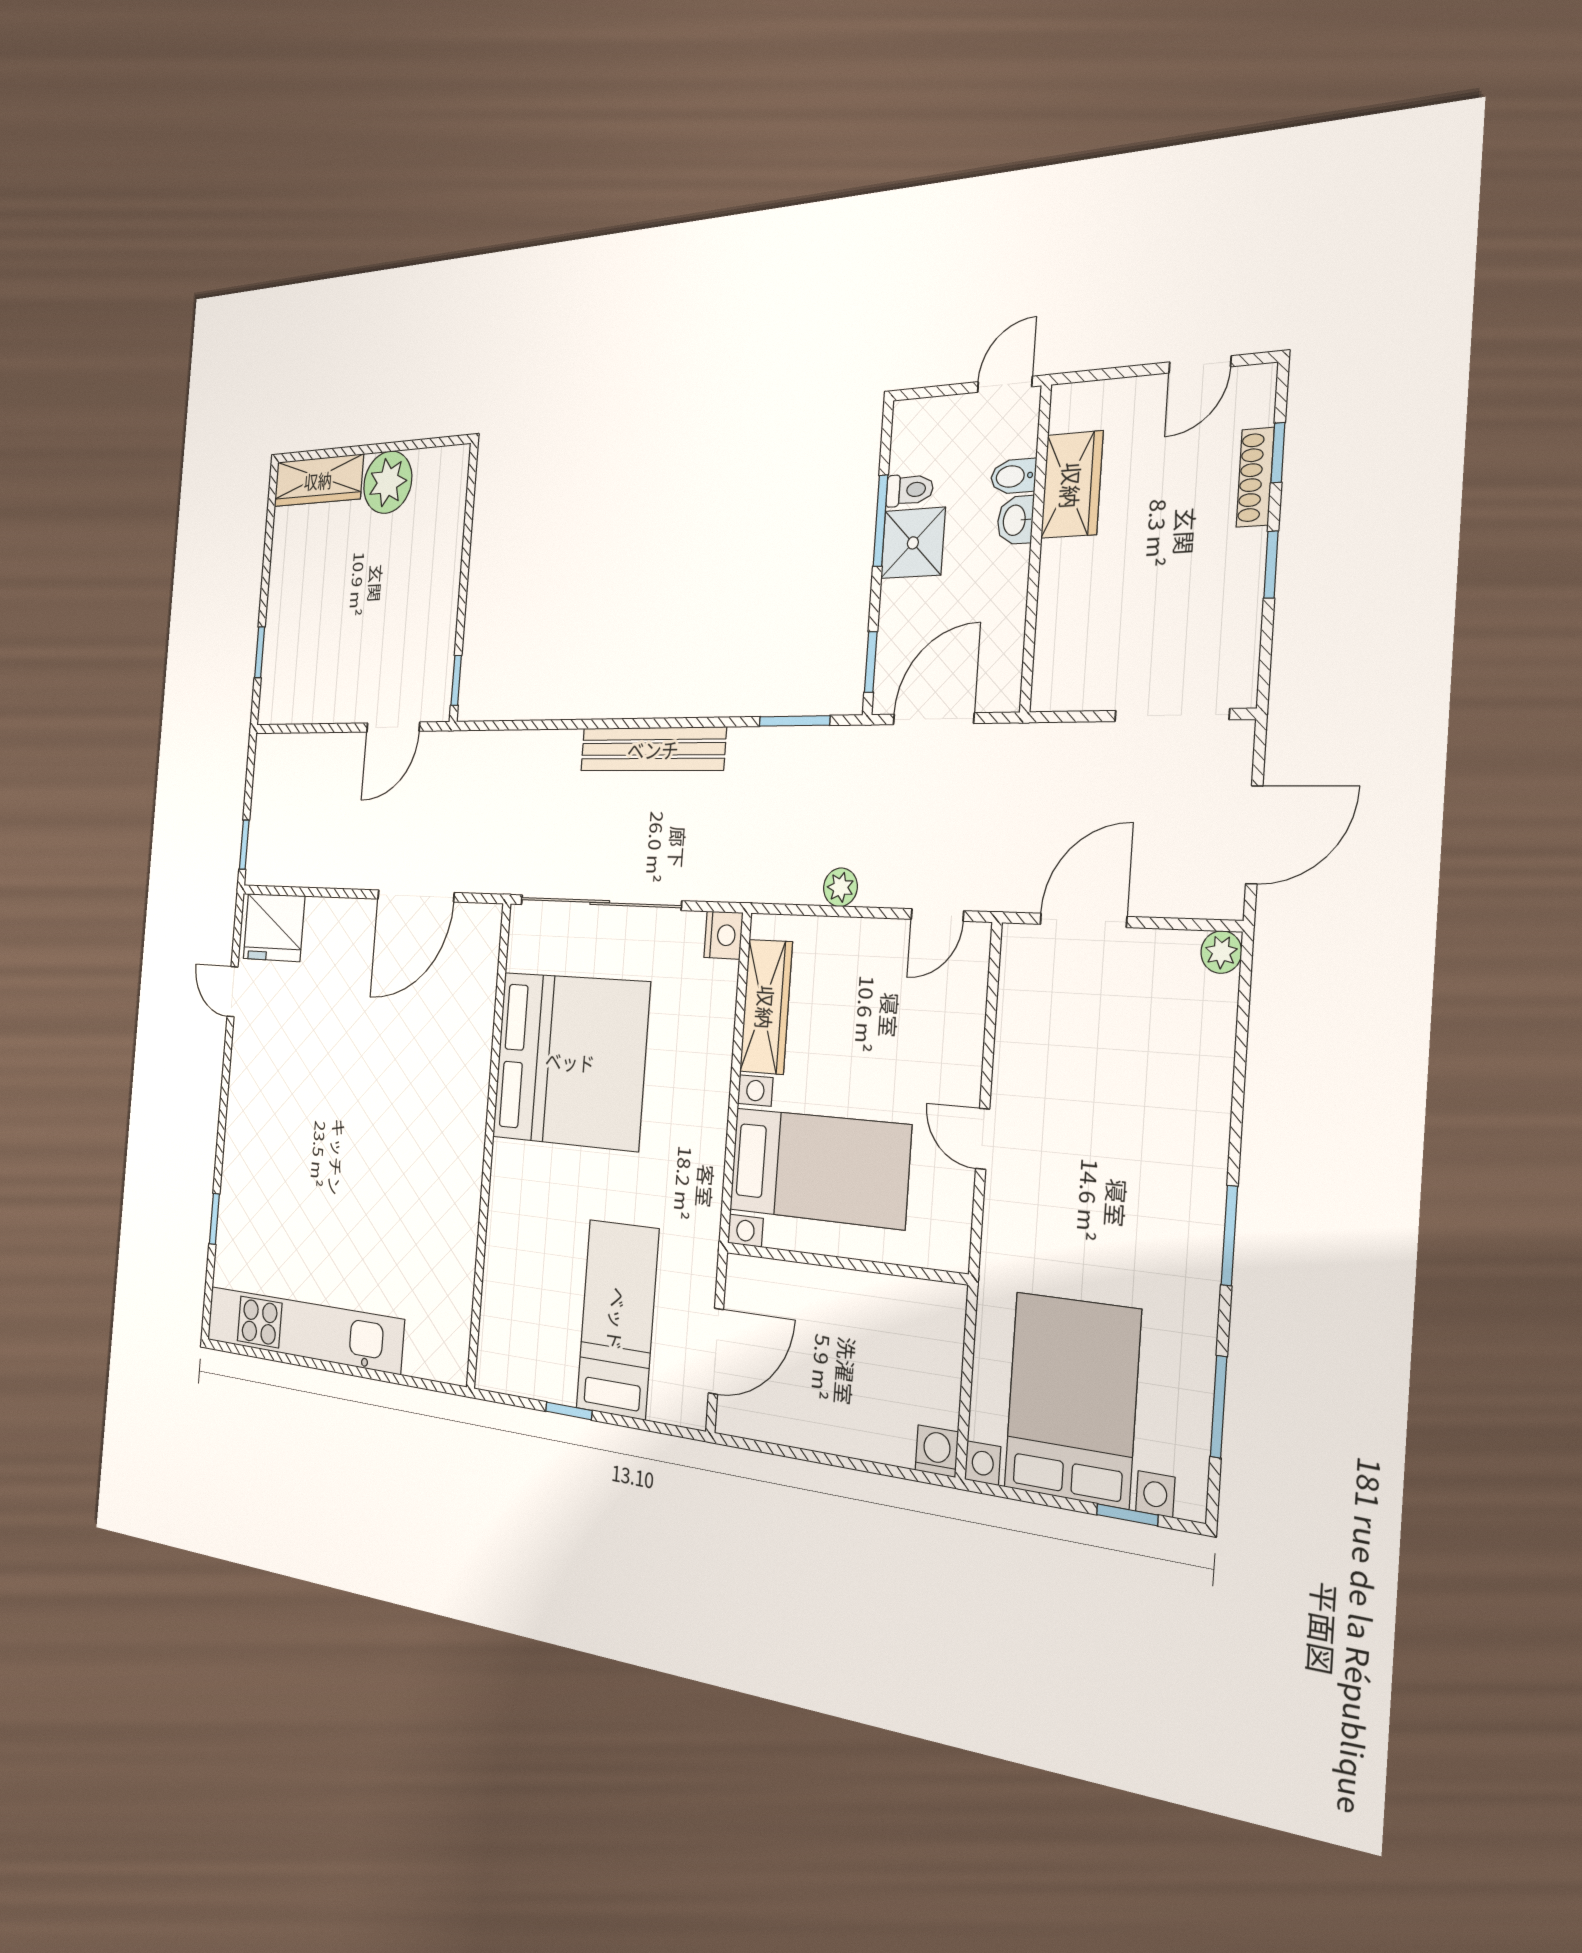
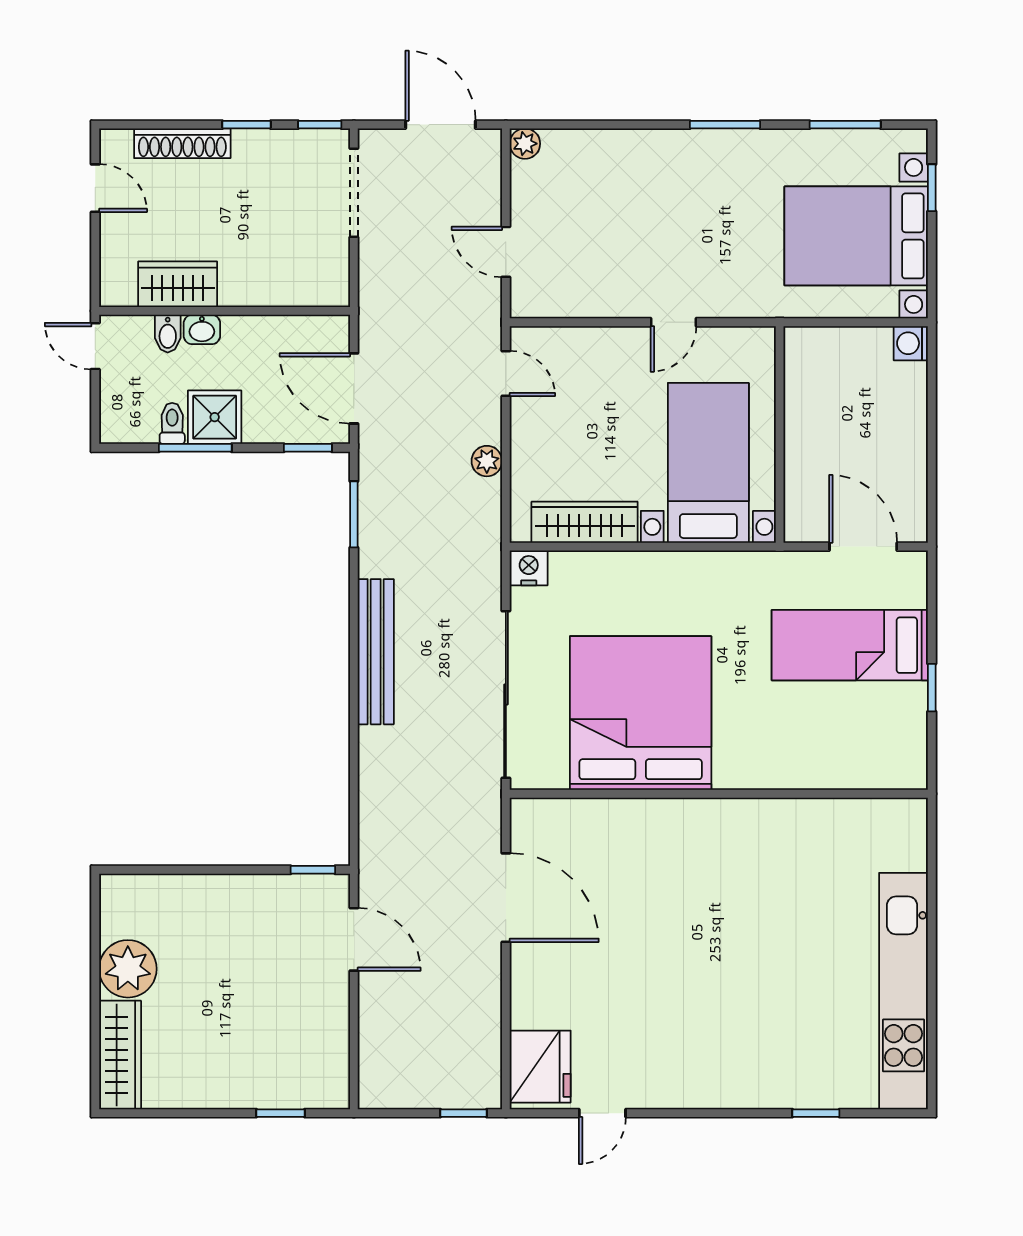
window: (1278, 453) -> (320, 125), moved
shoe rack: (1255, 477) -> (182, 143), width x1.36, depth x1.24
door: (1083, 920) -> (506, 252), width x0.73

